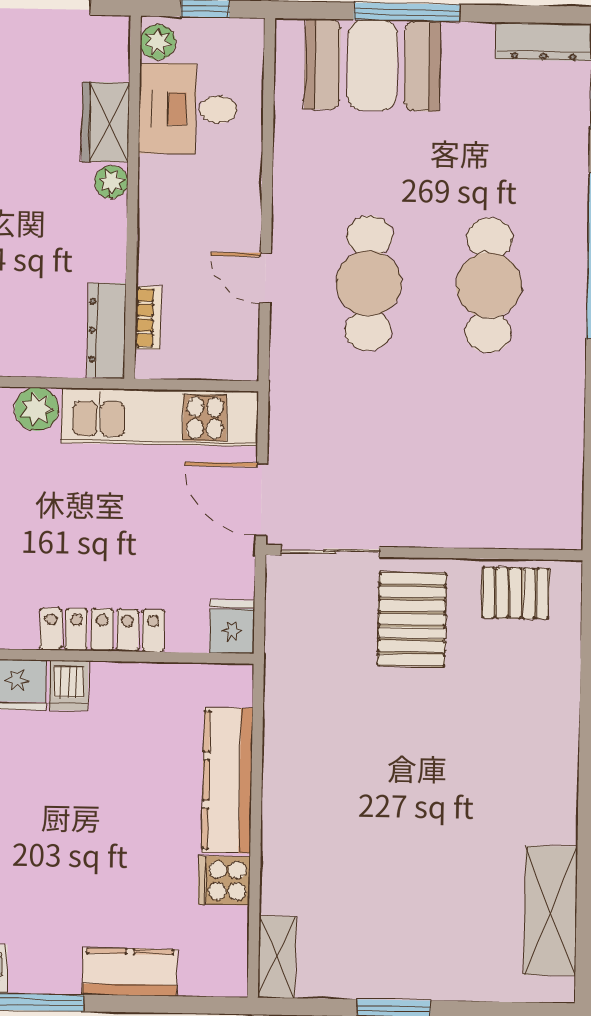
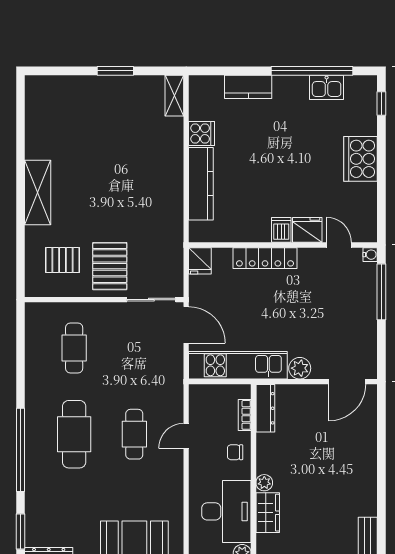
desk: (188, 109) -> (226, 511), width x1.37
chair: (168, 244) -> (235, 452), added
door: (265, 278) -> (186, 436), swing flipped
cafe table: (369, 283) -> (134, 434), width x0.73, depth x0.74
cafe table: (486, 457) -> (74, 348), added
pallet: (515, 593) -> (63, 260), moved
shelving: (551, 911) -> (38, 192), moved

